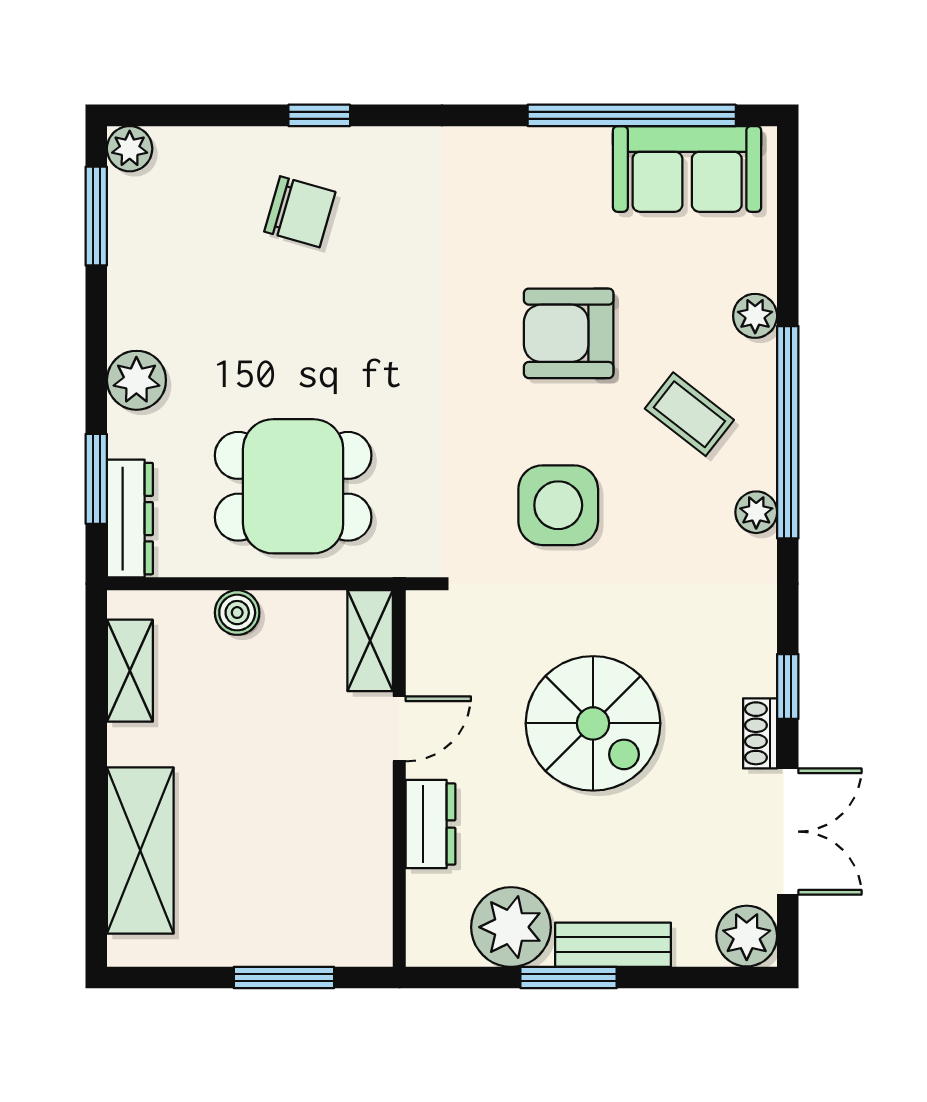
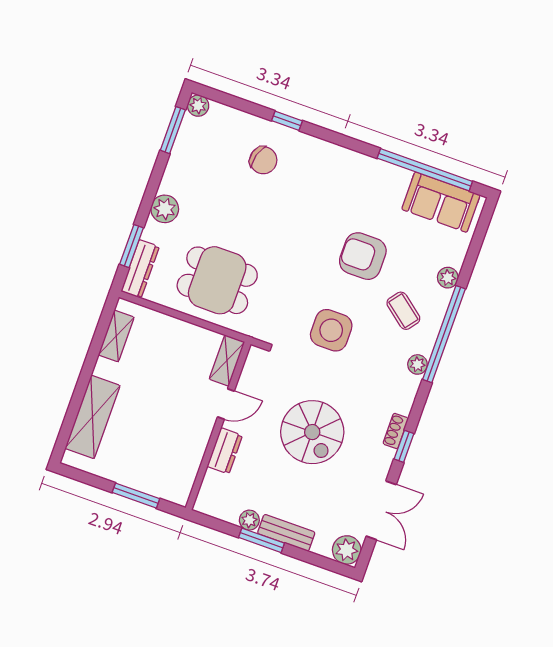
boiler: (237, 613) -> (173, 327), removed
shoe rack: (760, 733) -> (396, 431), moved
plant: (511, 927) -> (249, 520), width x0.53, depth x0.53

